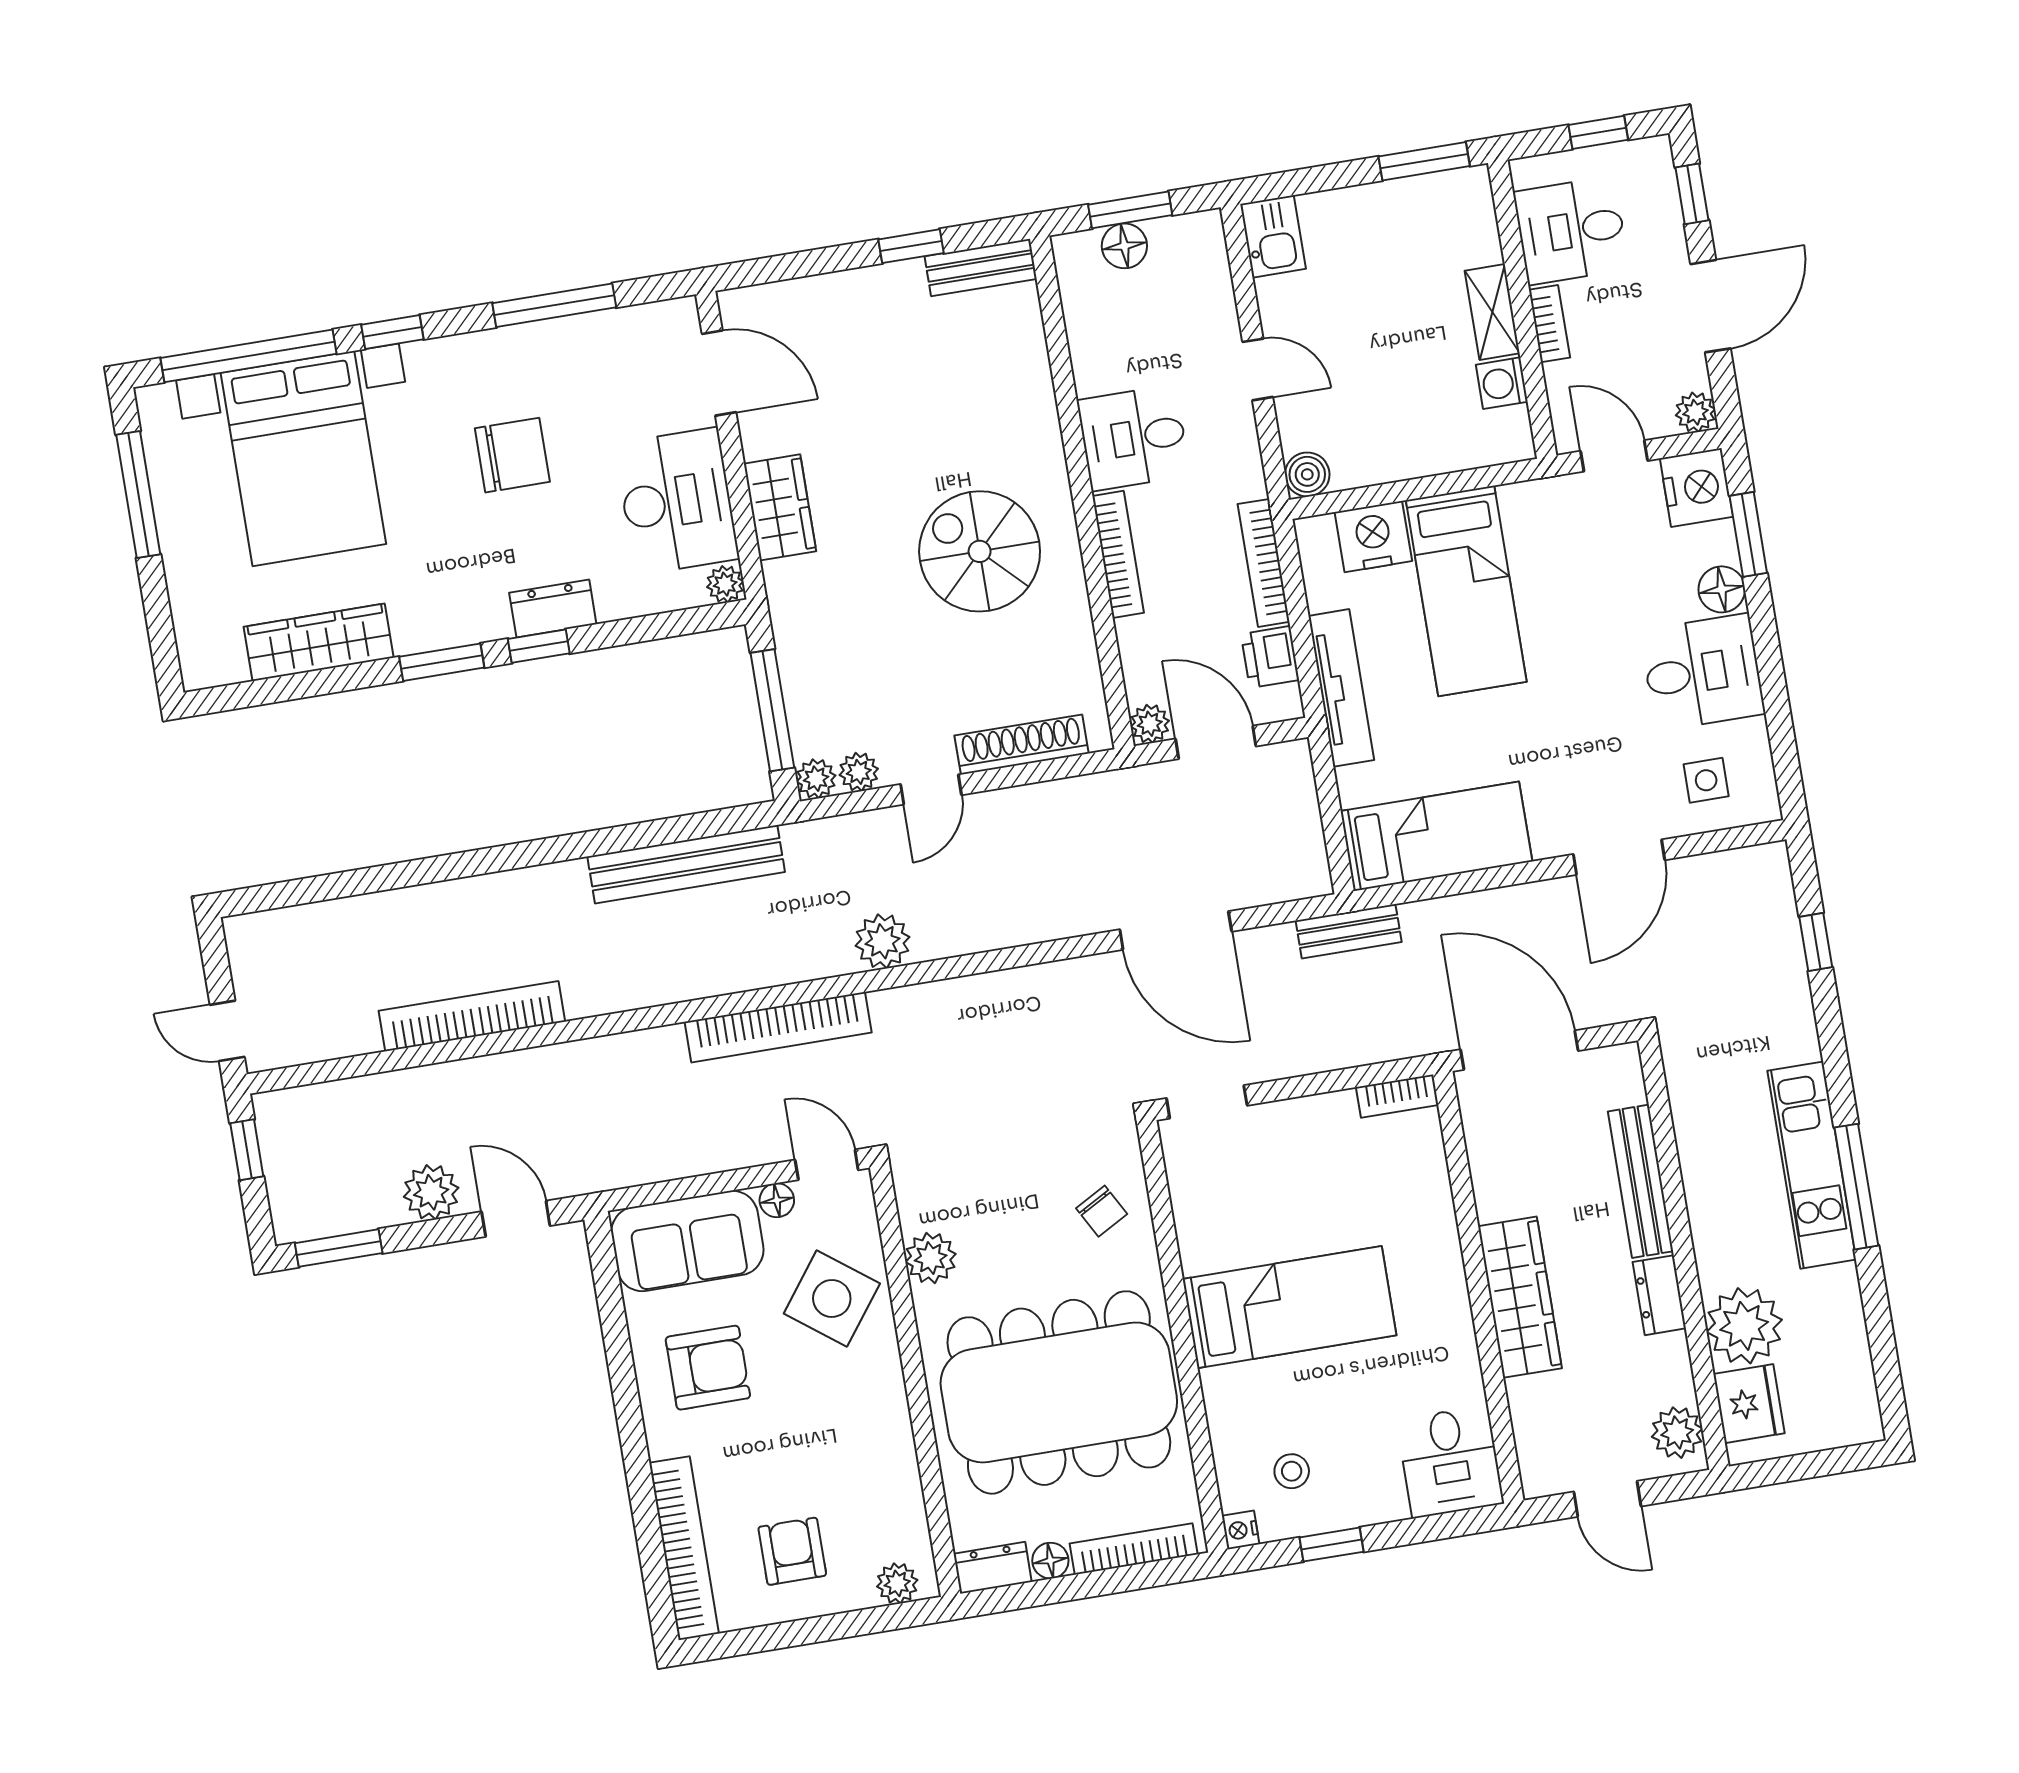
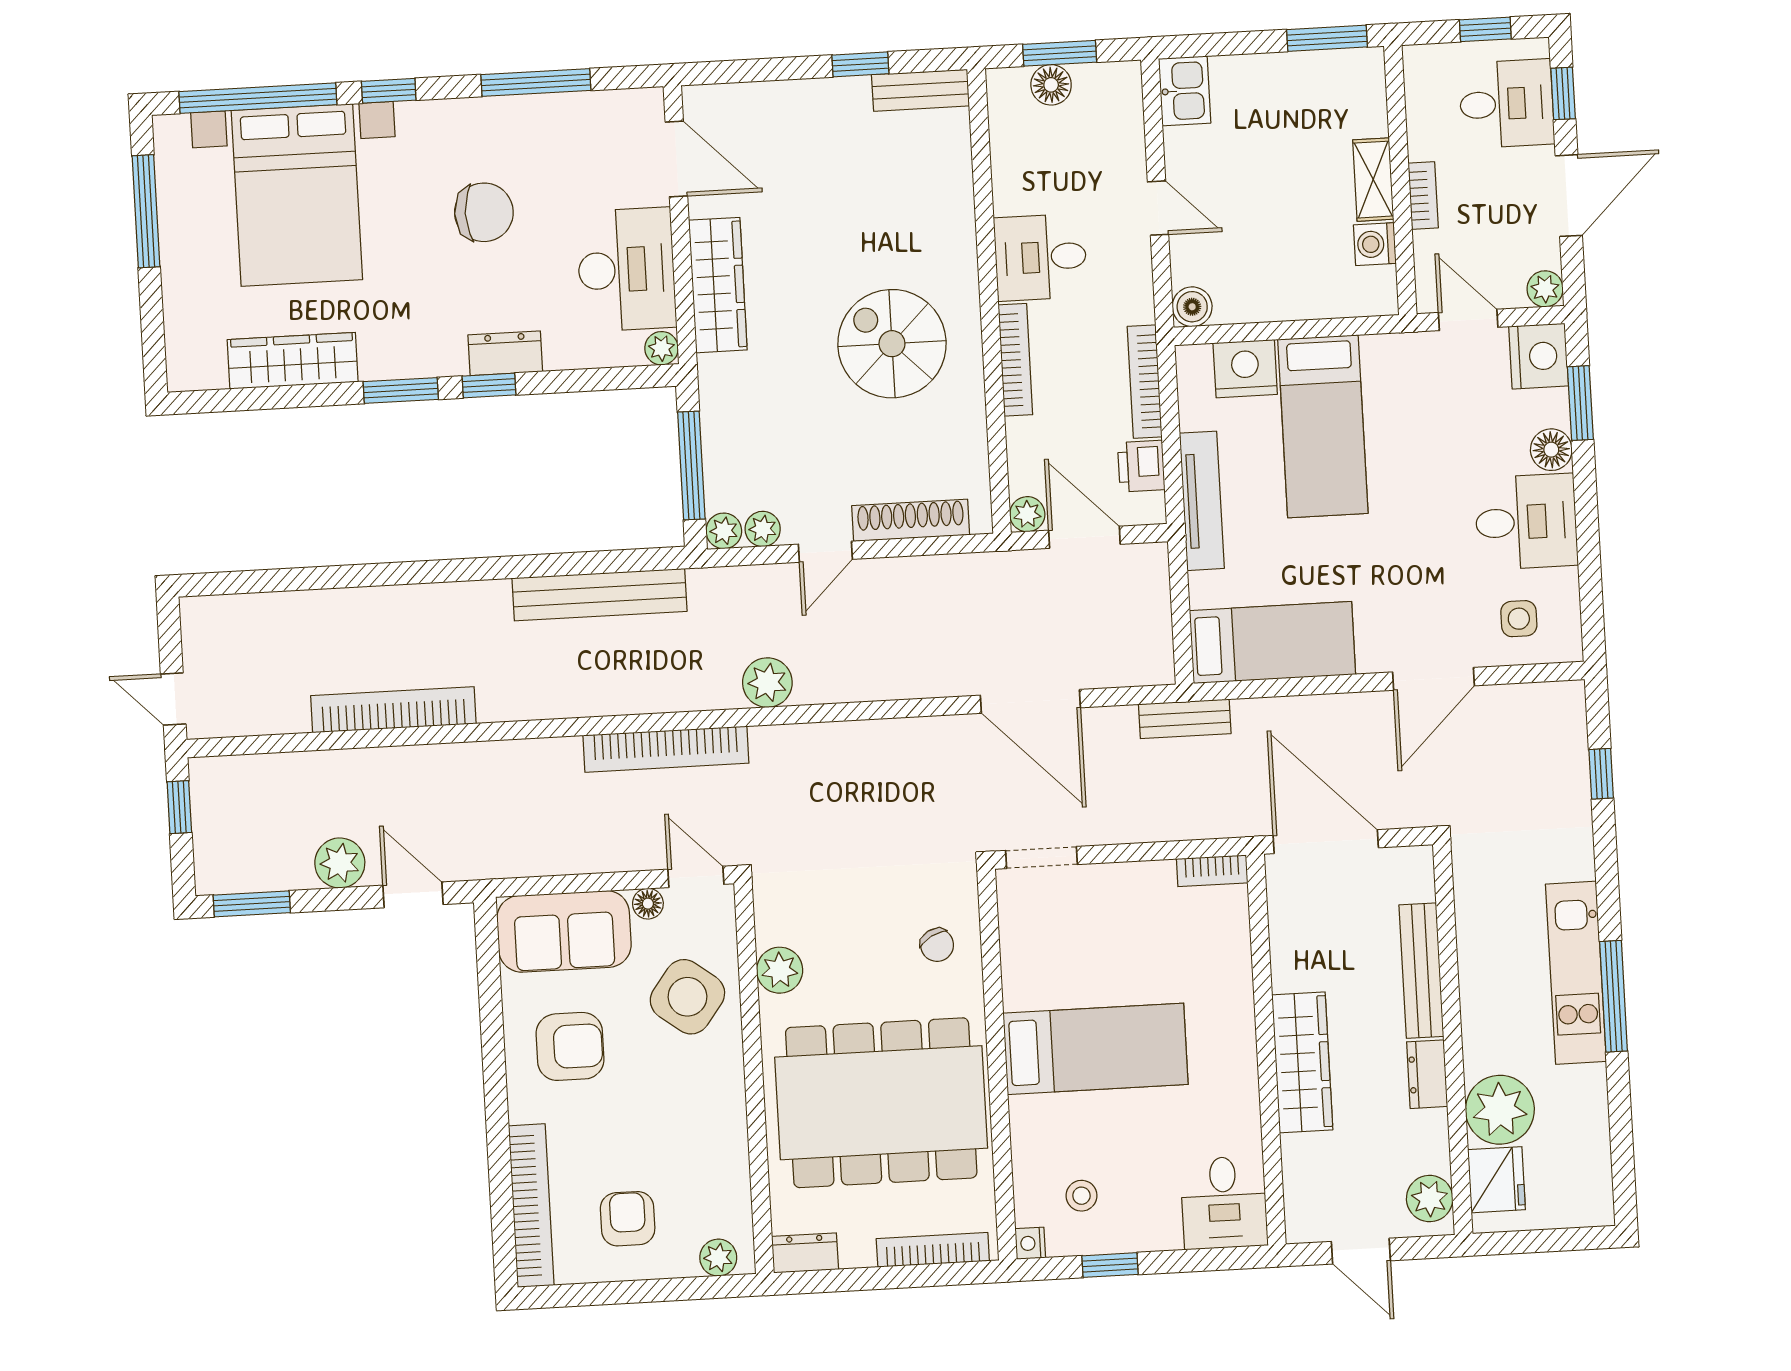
desk: (1571, 230) -> (1507, 104), moved, turned 180
wardrobe: (780, 507) -> (718, 285), width x1.50
floor lamp: (1050, 1561) -> (857, 1252), removed

